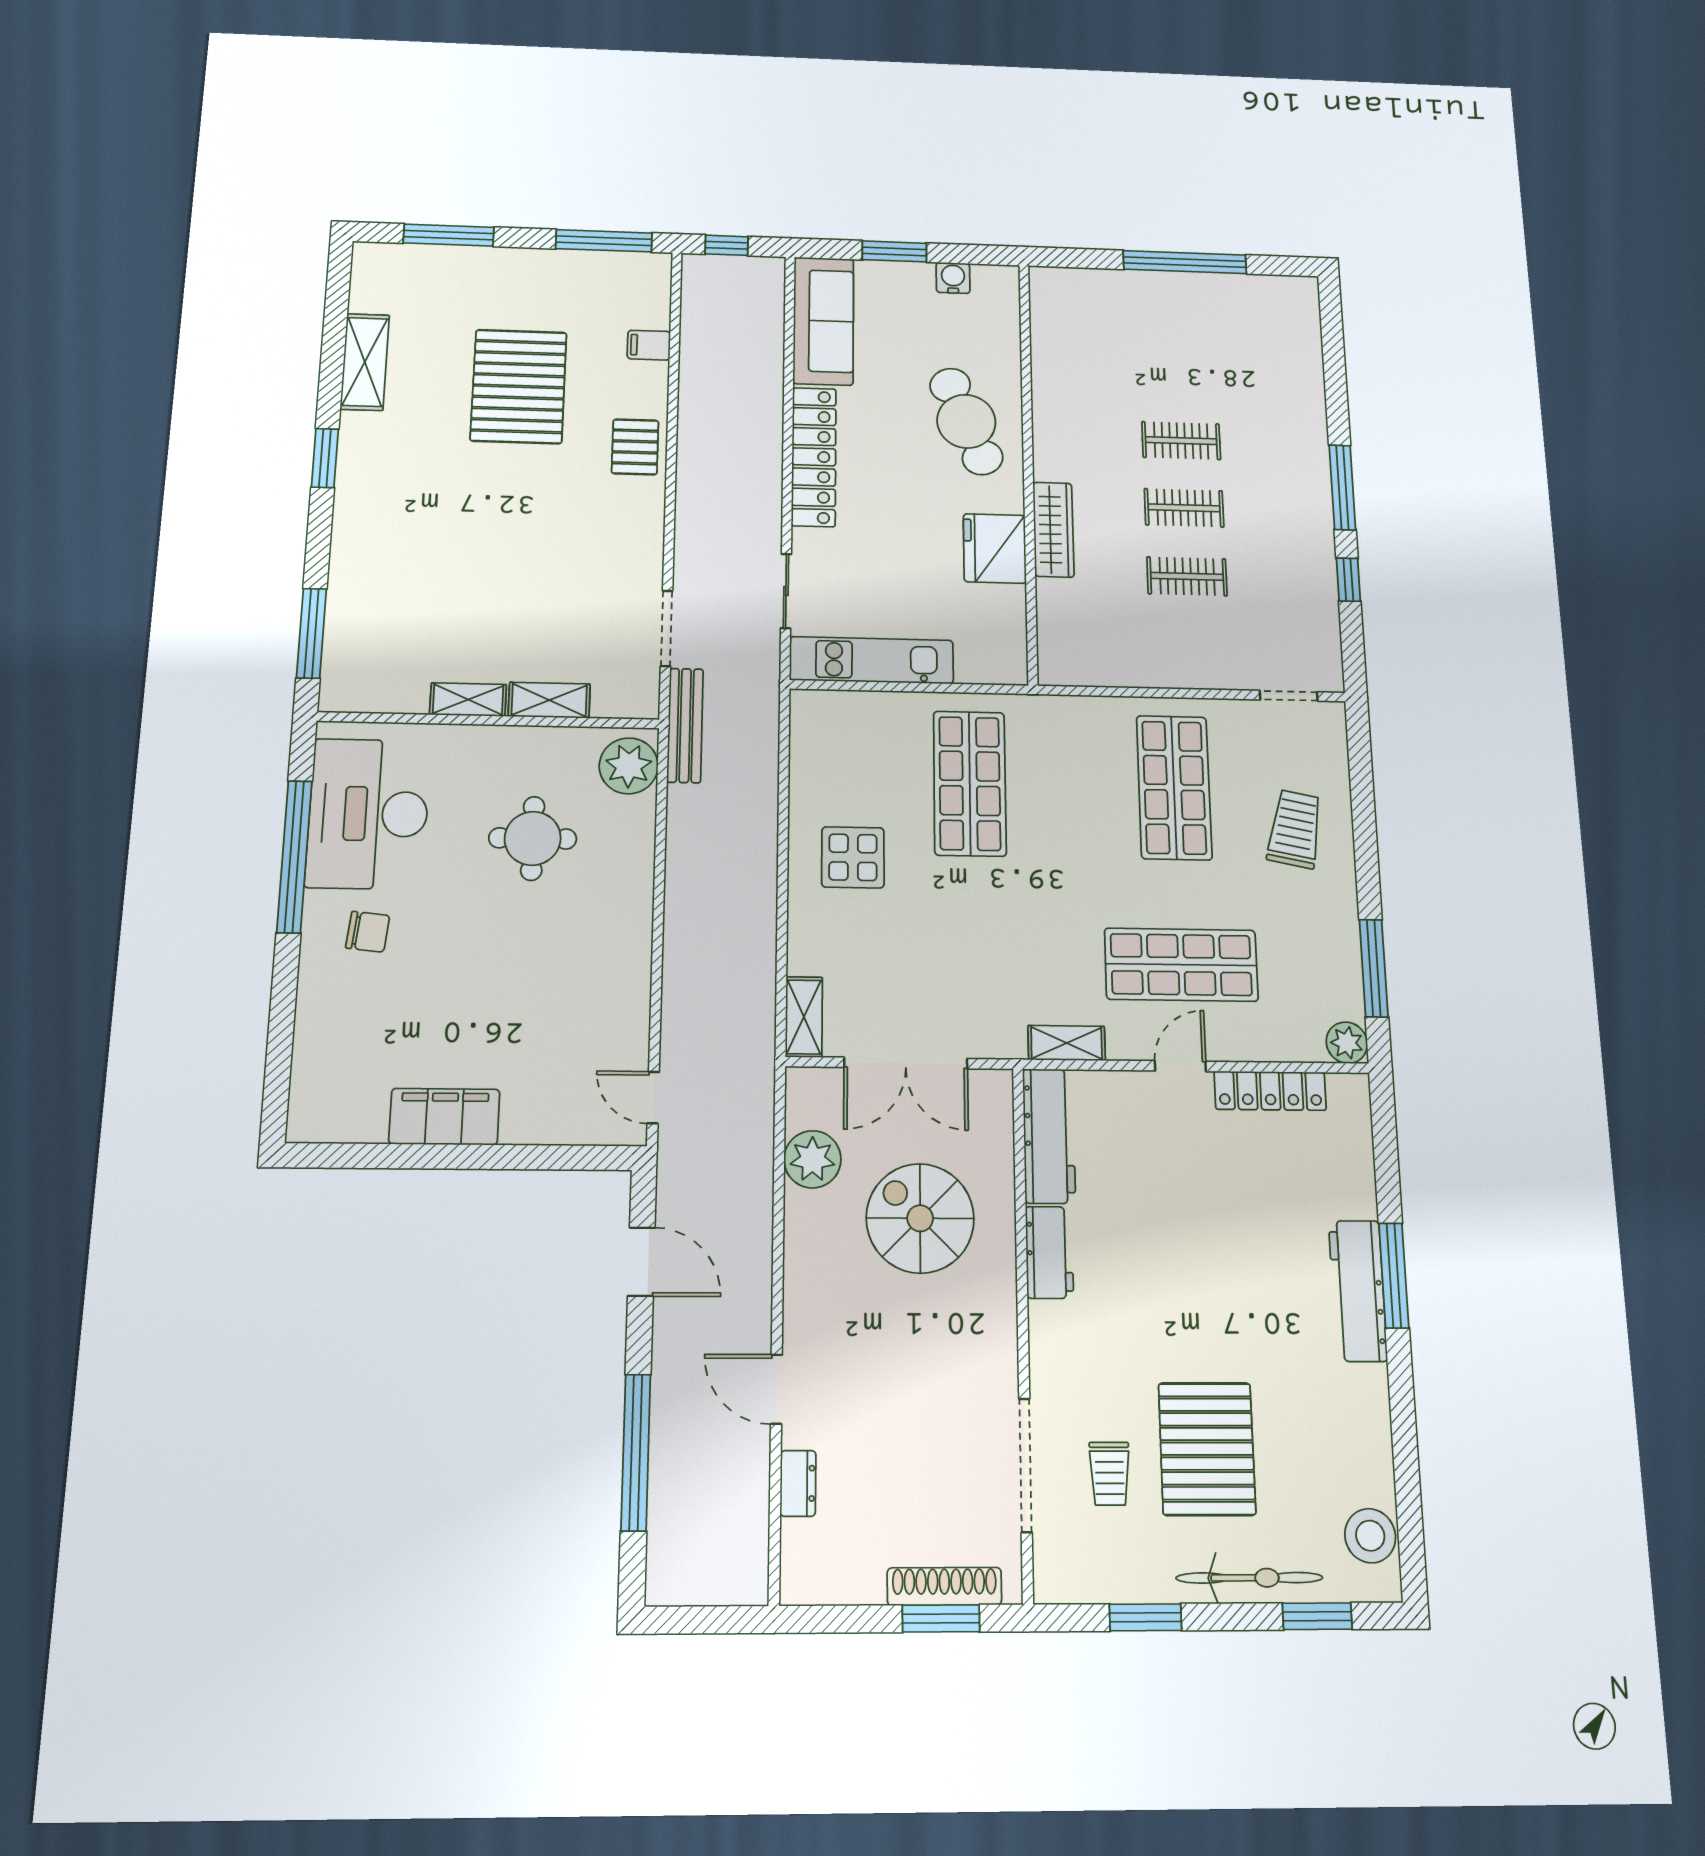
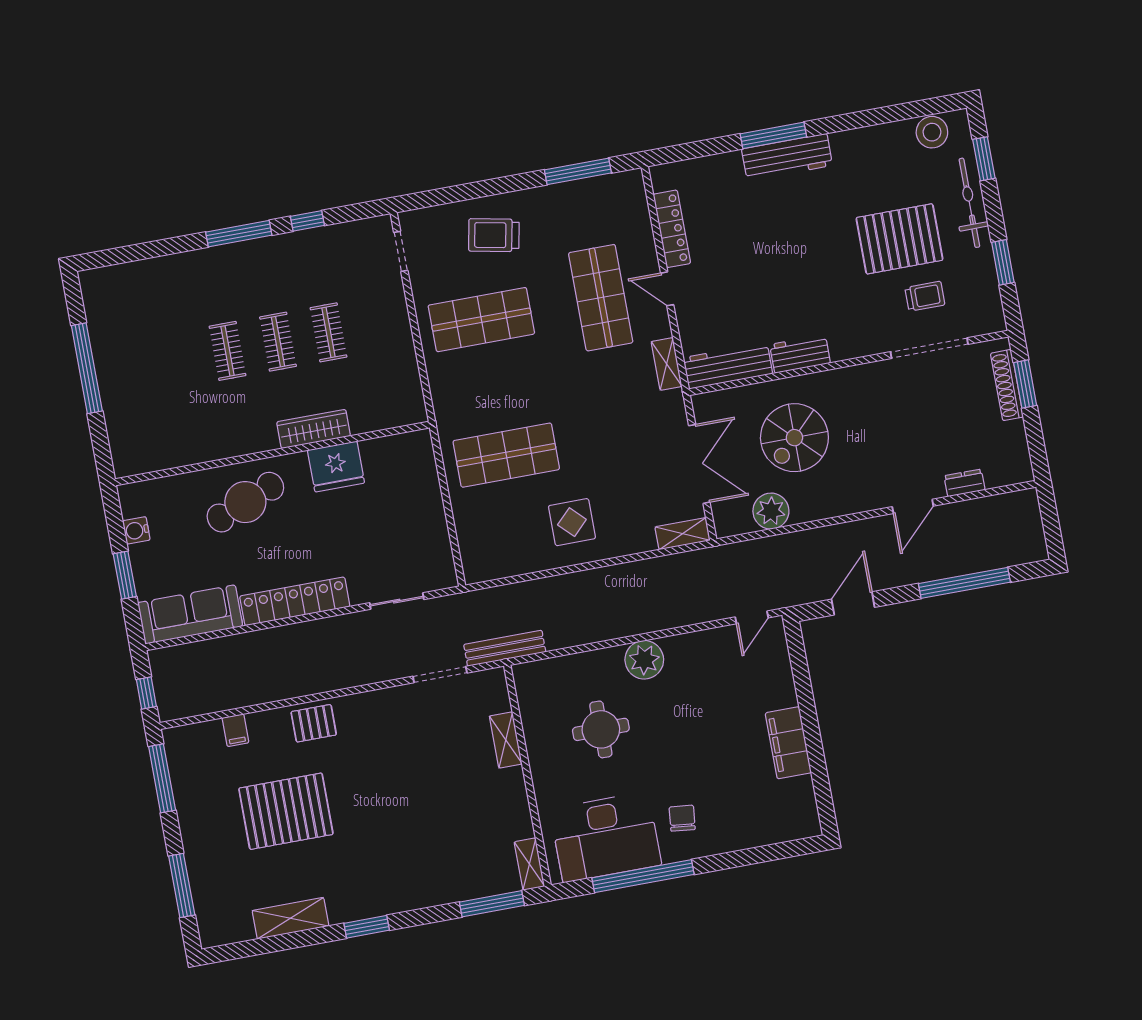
kitchen unit: (872, 660) -> (434, 535), removed
shelving: (468, 700) -> (529, 864), moved
plant: (629, 766) -> (644, 660), moved
plant: (1347, 1043) -> (631, 183), removed

